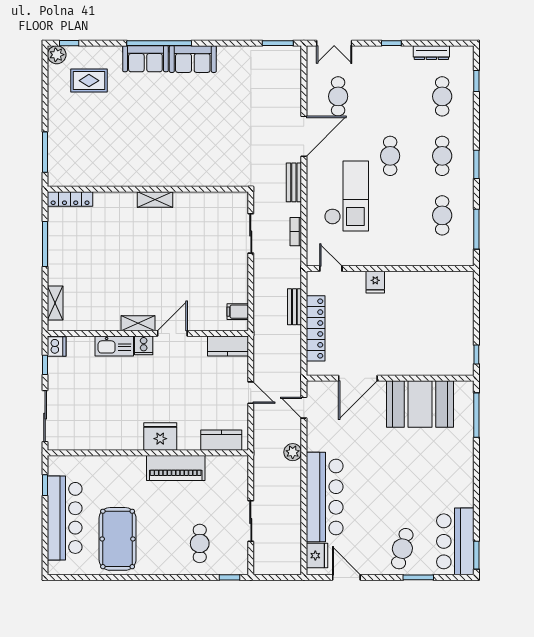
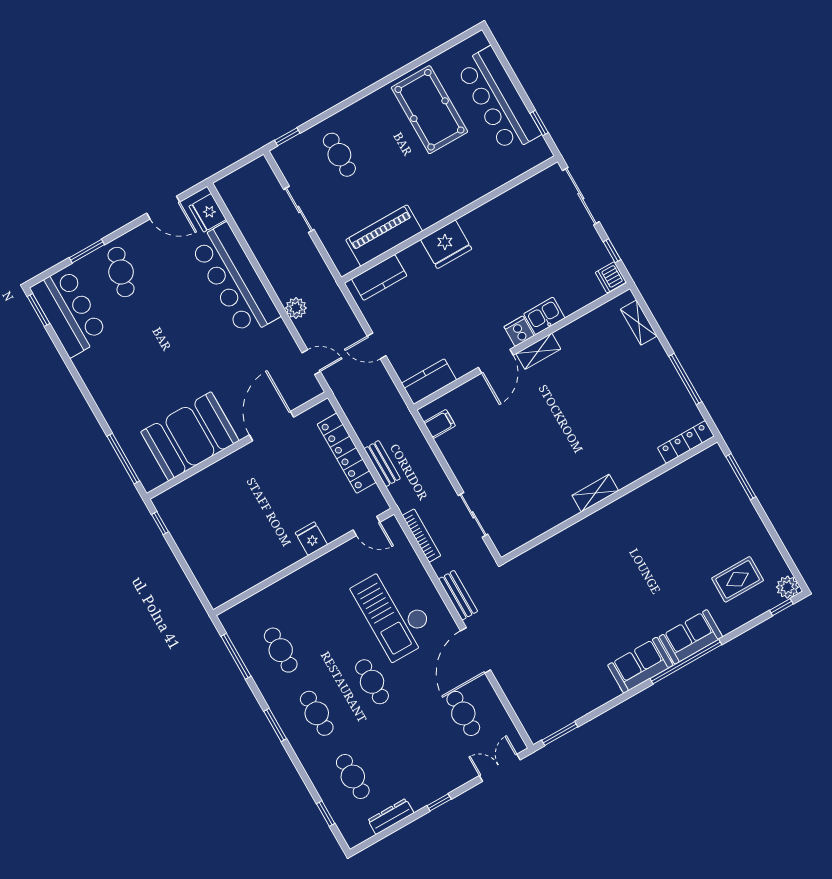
bookcase: (296, 232) -> (422, 536), width x1.56
kitchen sink: (114, 346) -> (544, 316), width x0.73
piano: (176, 468) -> (384, 235), moved

